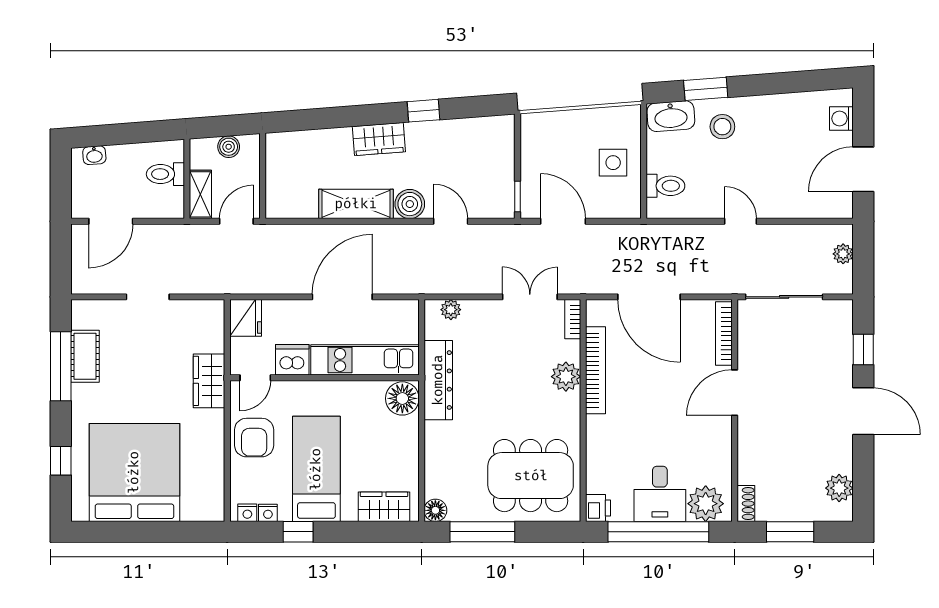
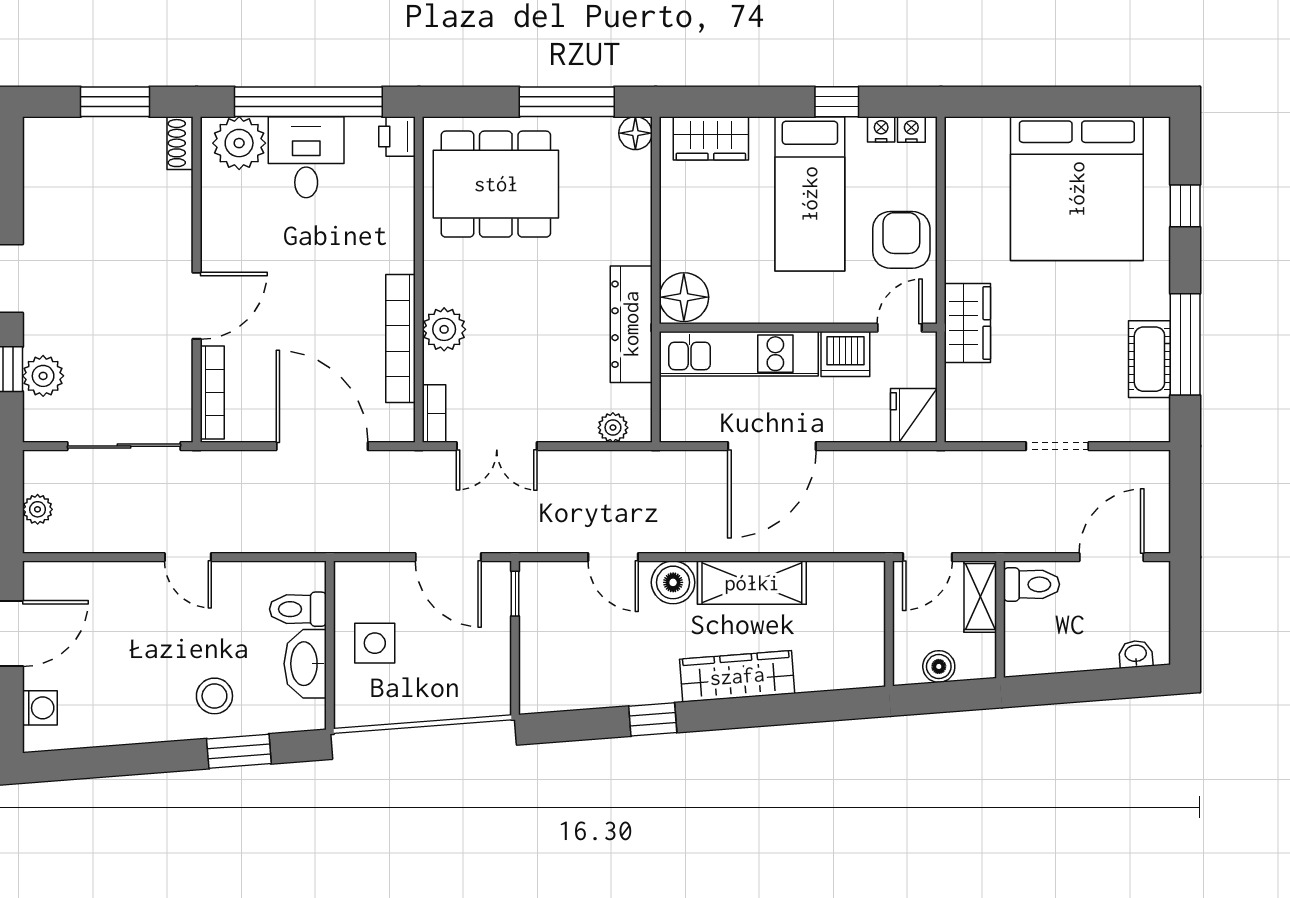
washbasin: (671, 116) -> (305, 664), moved, turned -86
wardrobe: (379, 139) -> (737, 676), width x1.50
toilet: (165, 174) -> (1032, 584), moved
plant: (839, 488) -> (43, 376), moved

